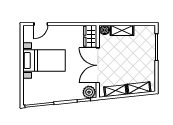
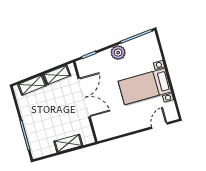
boiler: (105, 30) -> (87, 139), removed
wardrobe: (90, 36) -> (101, 127), removed
plant: (89, 92) -> (118, 53), moved

